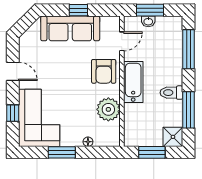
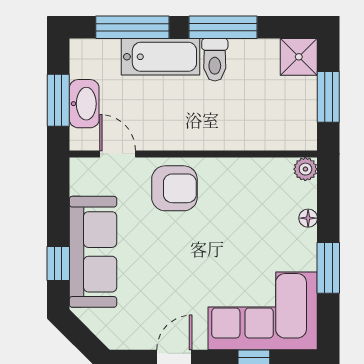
window: (78, 10) -> (58, 264), moved
washbasin: (148, 21) -> (84, 104), width x1.91, depth x1.45
bathtub: (133, 82) -> (161, 57), moved, turned 180
plant: (108, 109) -> (305, 169), moved, width x0.53, depth x0.53
window: (189, 110) -> (223, 27), moved

